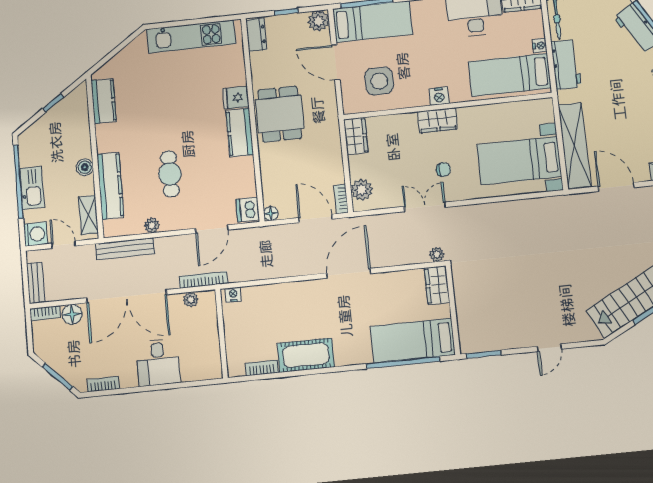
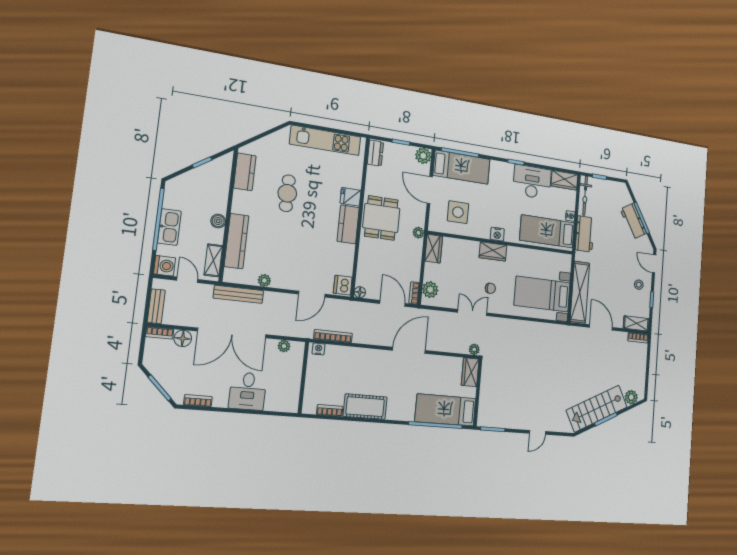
plant: (332, 121) -> (418, 233), added
cafe table: (170, 174) -> (287, 193), moved
bookcase: (203, 280) -> (333, 336), moved

